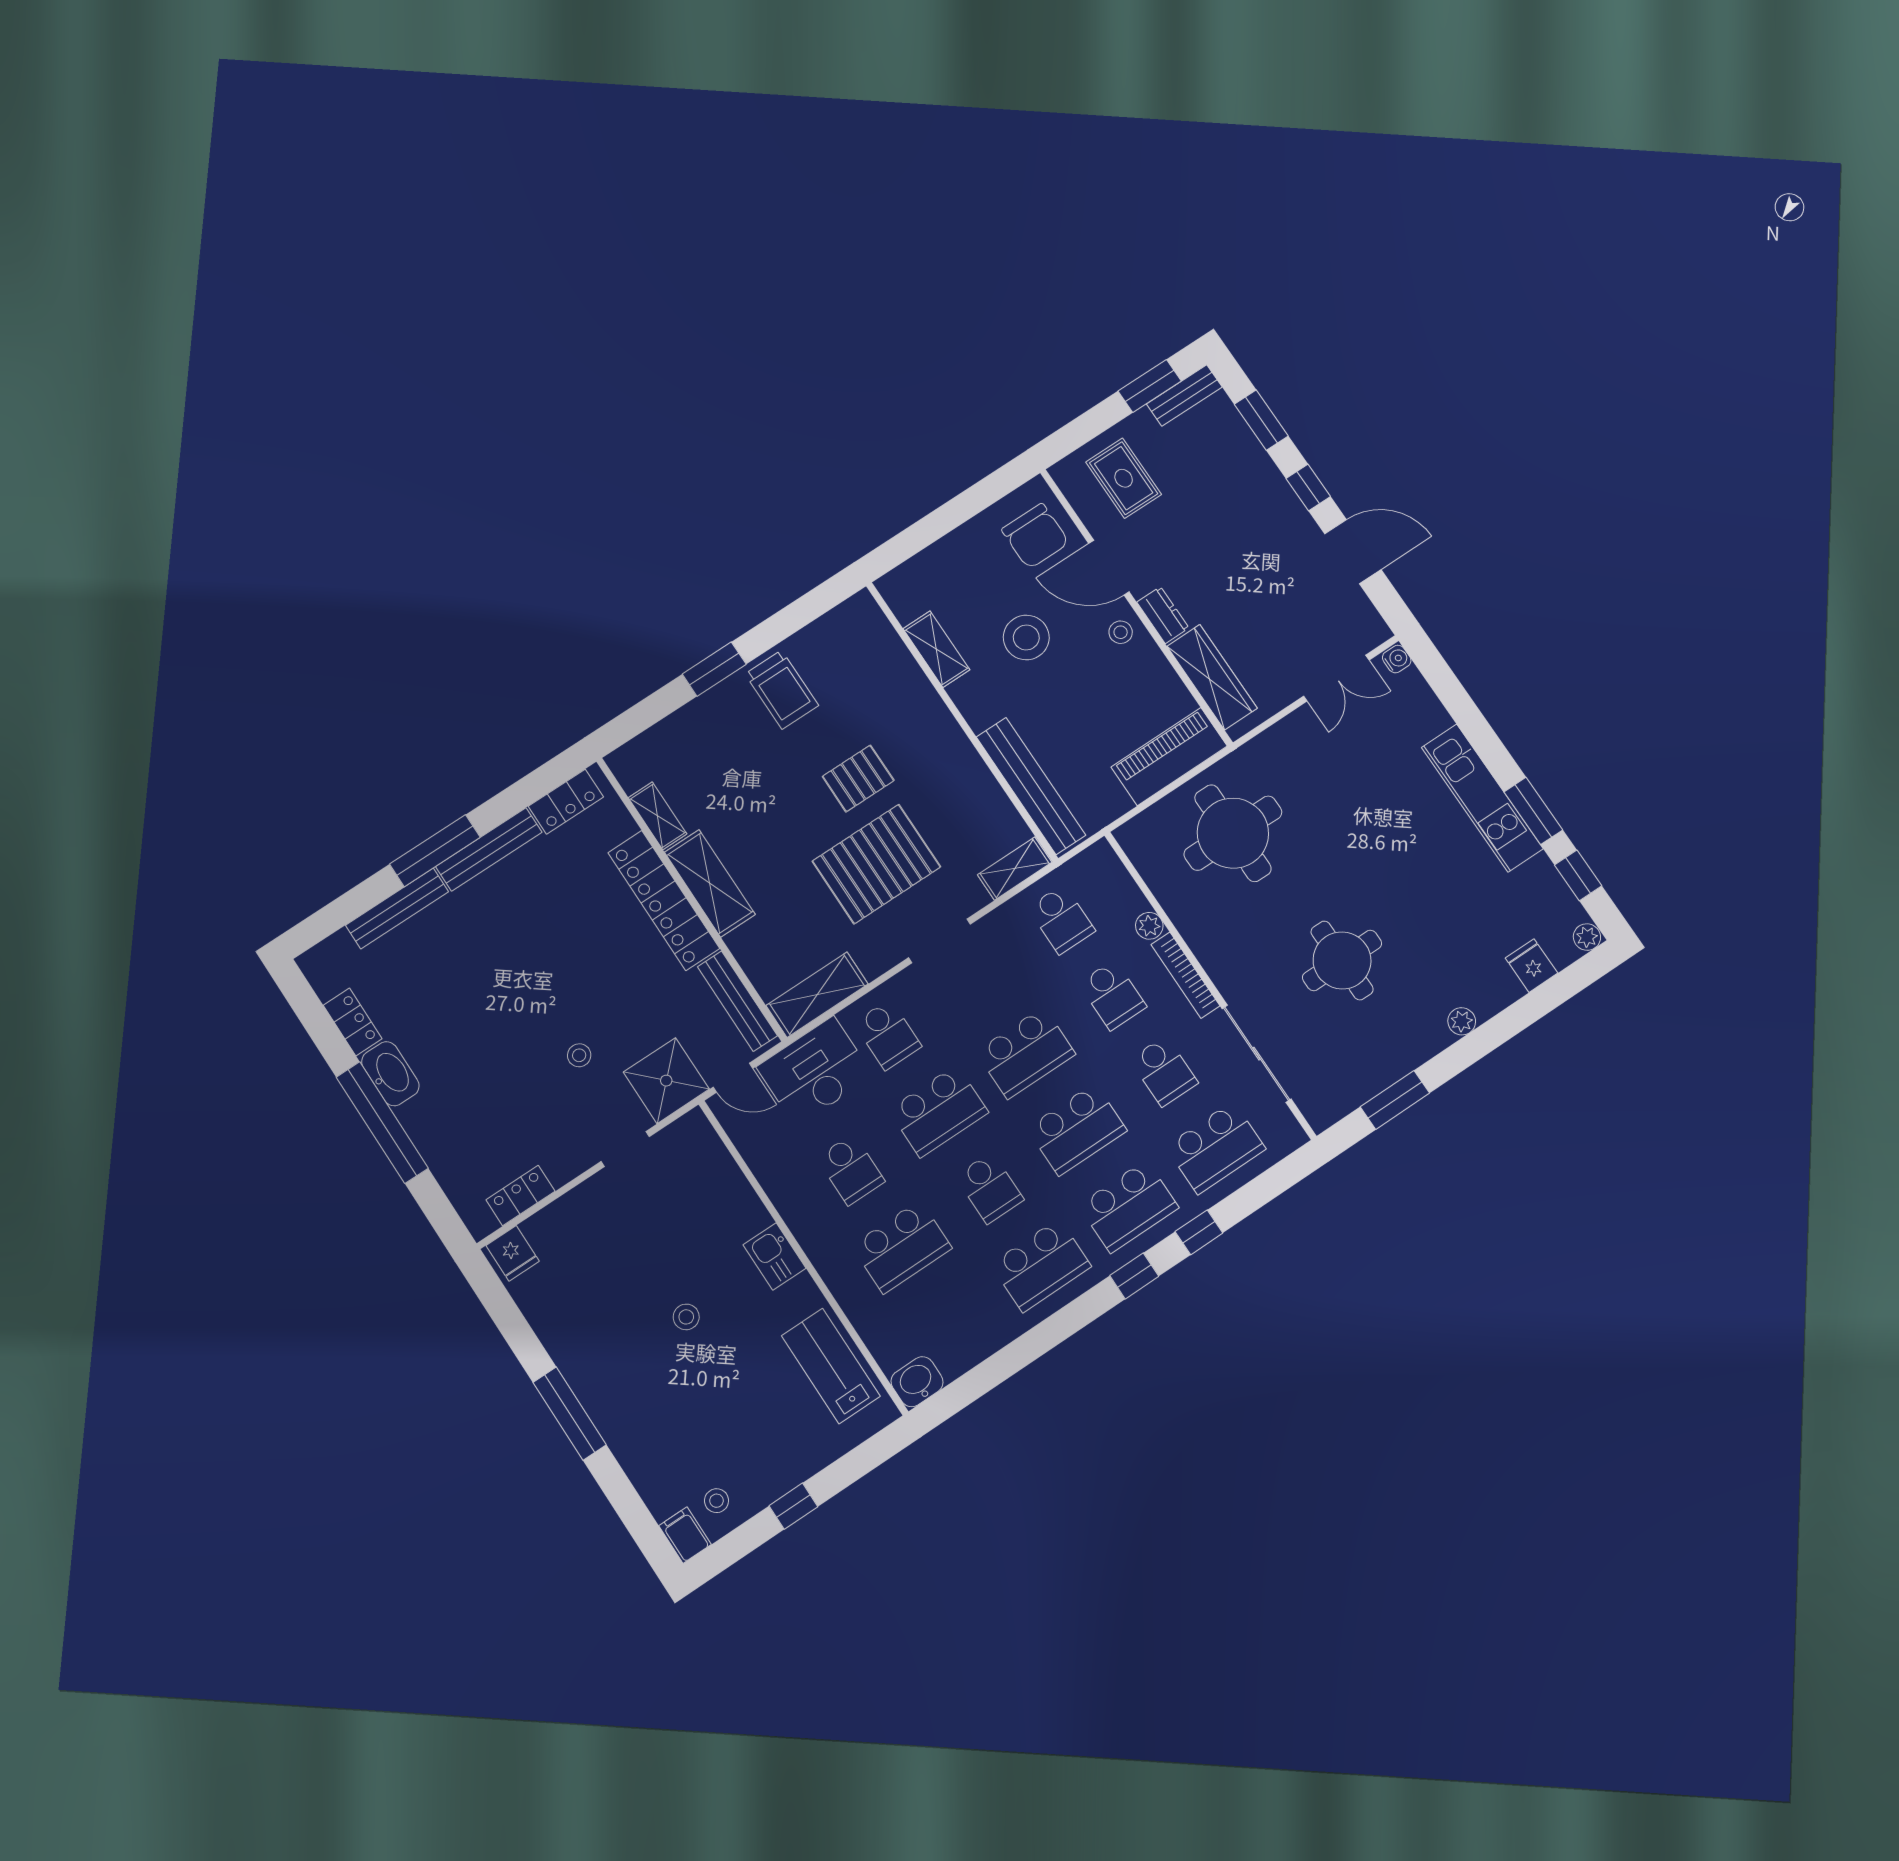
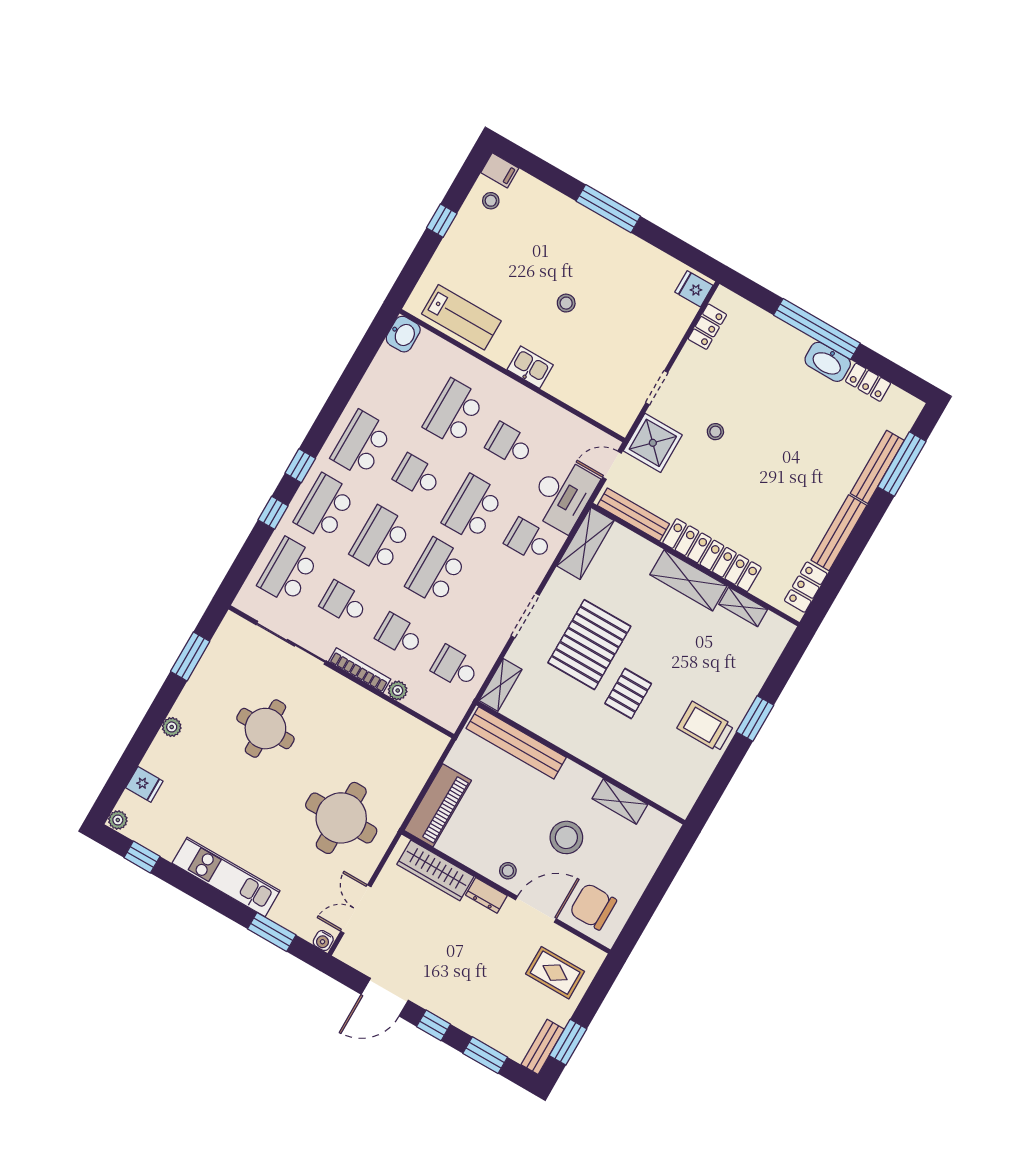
window: (1533, 811) -> (272, 932), moved
round table: (1233, 833) -> (341, 818), moved
window: (435, 851) -> (902, 464), moved

